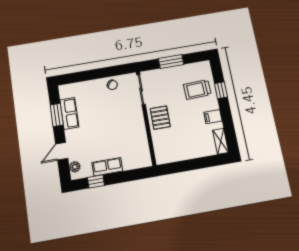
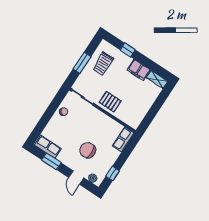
trolley: (197, 90) -> (103, 64), moved
row of seats: (69, 113) -> (48, 147), moved
filing cabinet: (213, 117) -> (139, 70), width x2.00
chair: (97, 138) -> (88, 150), added
row of seats: (107, 167) -> (123, 139), moved

